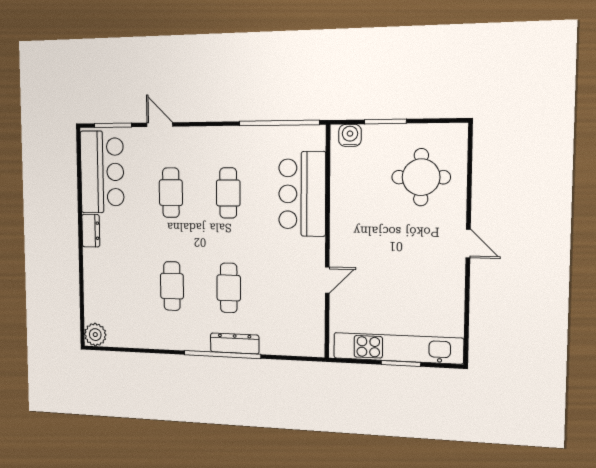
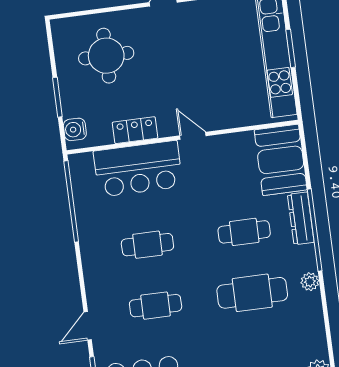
locker: (341, 196) -> (135, 130), added
door: (327, 280) -> (193, 136), moved
cafe table: (172, 286) -> (252, 293), width x1.37, depth x1.35
booth: (292, 334) -> (281, 160), added
plant: (176, 342) -> (310, 282), added

